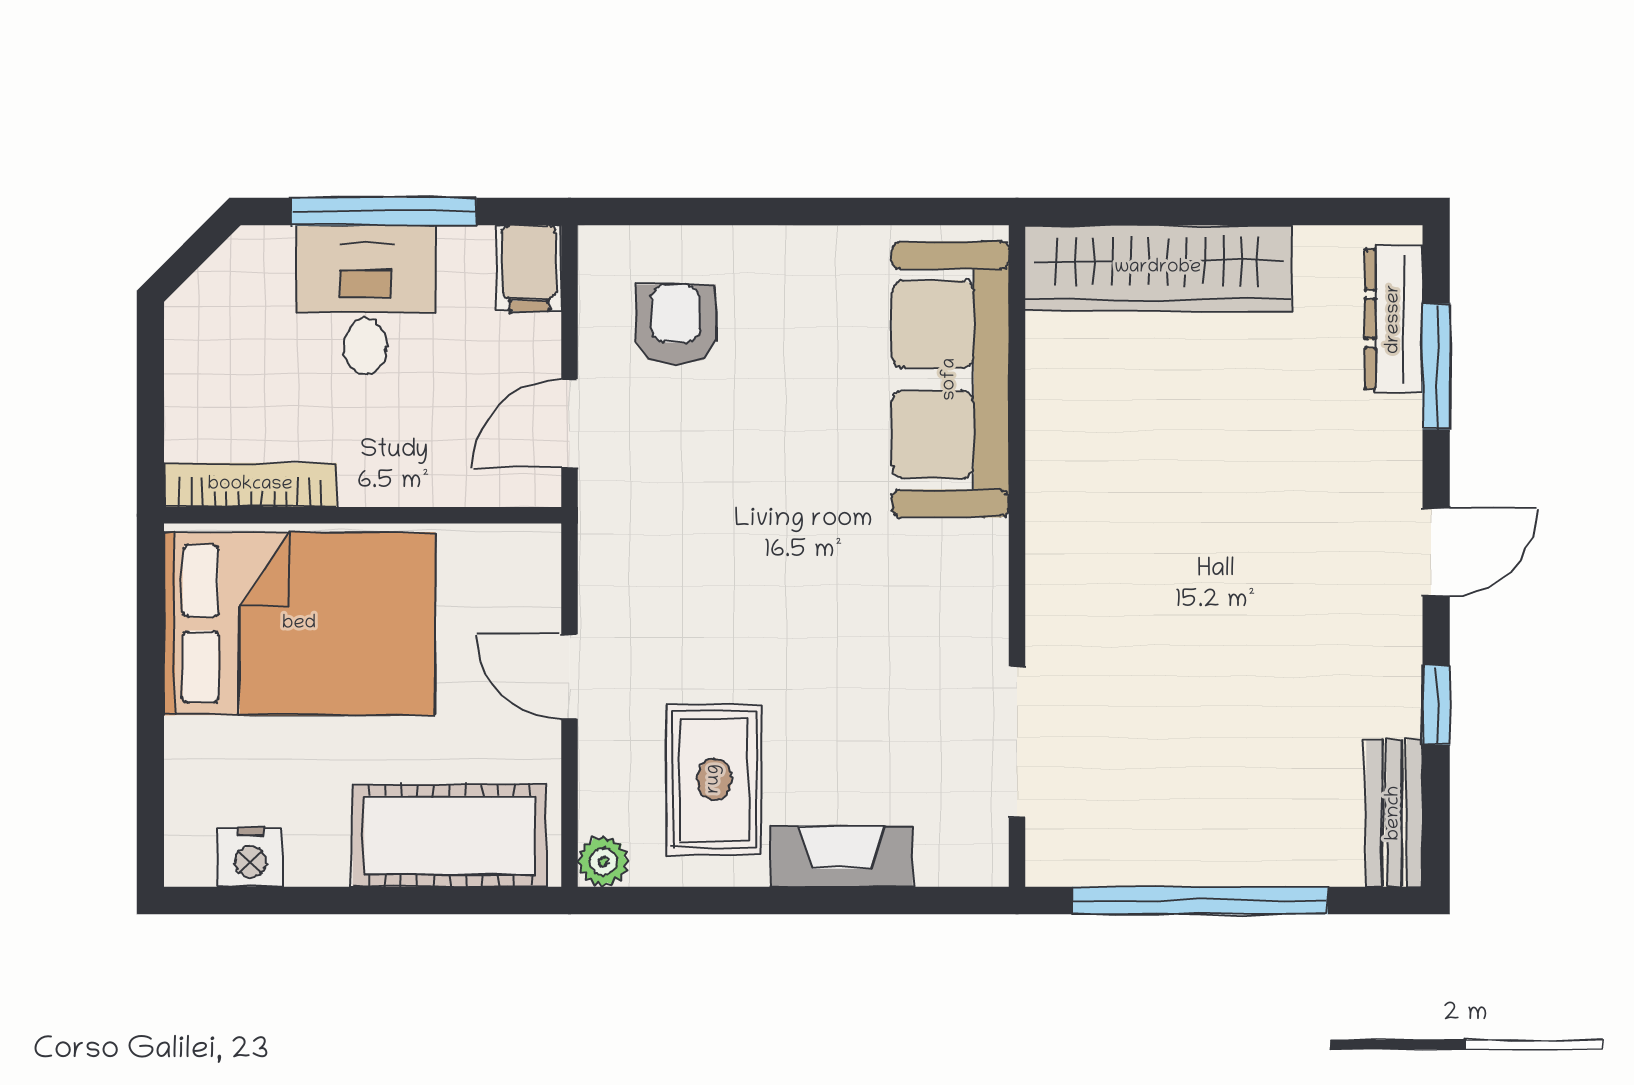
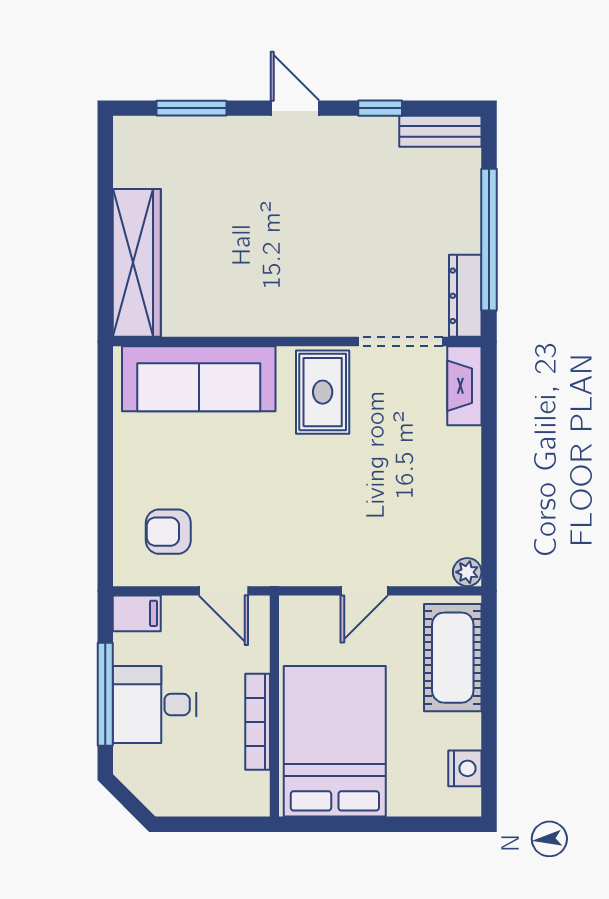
dresser: (1394, 319) -> (465, 296), moved, turned 90
bookcase: (250, 485) -> (258, 722), moved
rug: (714, 779) -> (323, 392), moved, turned 90
fireplace: (841, 856) -> (464, 386), moved

